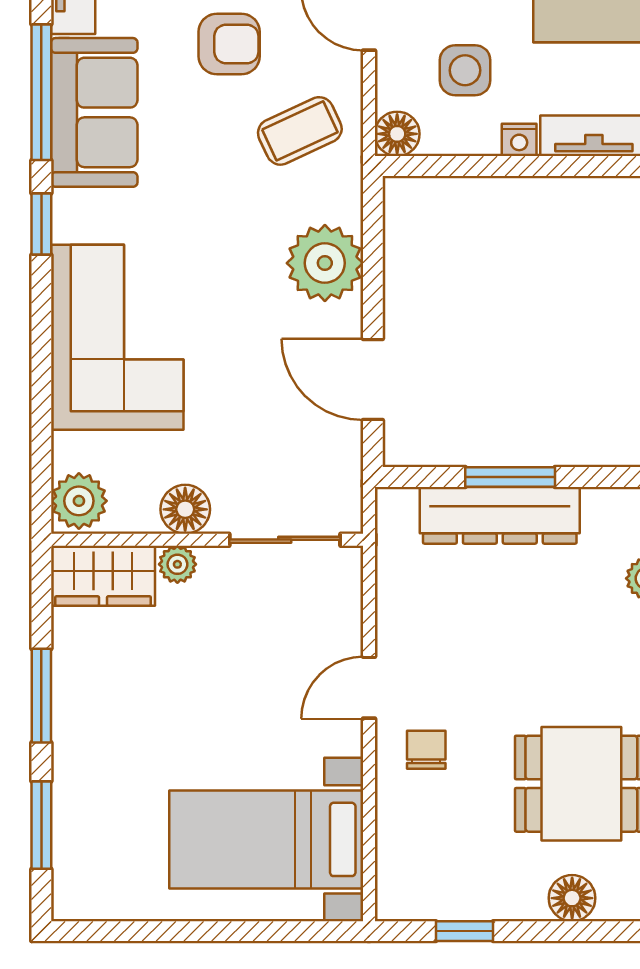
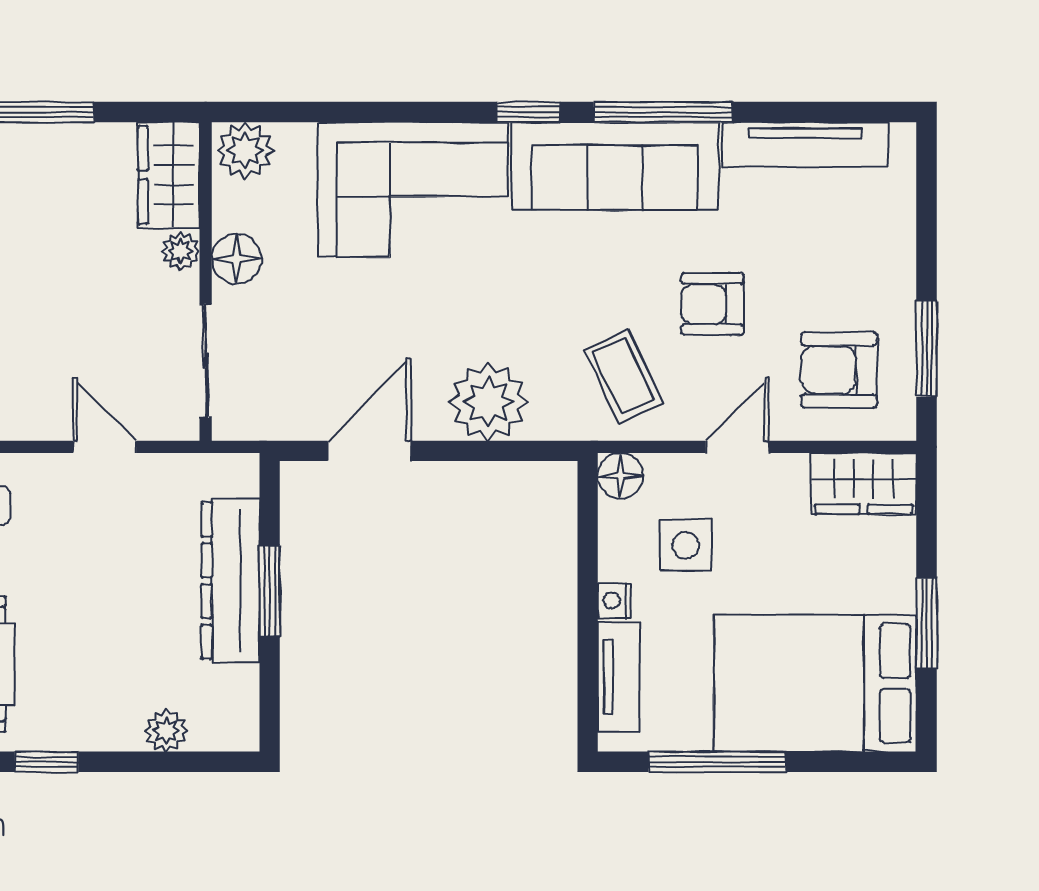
armchair: (229, 44) -> (712, 304), turned 90
sofa: (94, 112) -> (615, 166), width x1.36
door: (369, 688) -> (105, 447), moved

